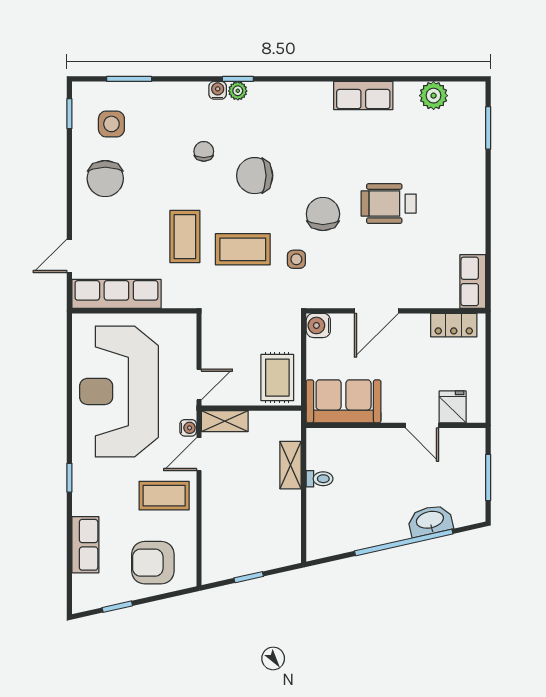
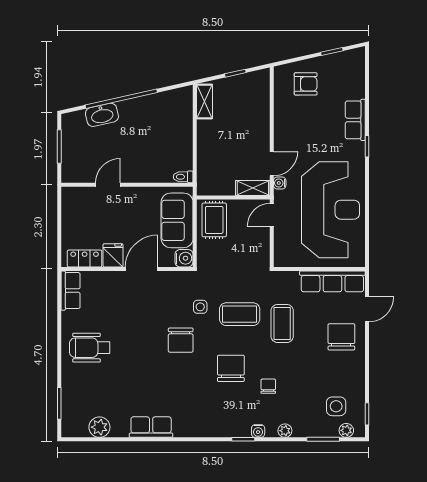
plant: (98, 91) -> (346, 430), added
plant: (238, 91) -> (285, 431), moved
chair: (204, 151) -> (268, 386), turned 180
chair: (255, 176) -> (231, 368), turned -90
chair: (105, 179) -> (341, 337), moved
wheelchair: (389, 204) -> (90, 348), moved, turned 180
sofa: (344, 401) -> (177, 220), moved, turned 90
fridge: (453, 407) -> (113, 255), moved, turned 180
door: (422, 425) -> (108, 185), hinge flipped
shelving: (291, 465) -> (205, 102), moved
toilet: (320, 479) -> (183, 177), moved
coffee table: (164, 496) -> (297, 133), removed
row of seats: (85, 545) -> (355, 120), moved
armchair: (153, 563) -> (306, 84), width x0.72, depth x0.72

